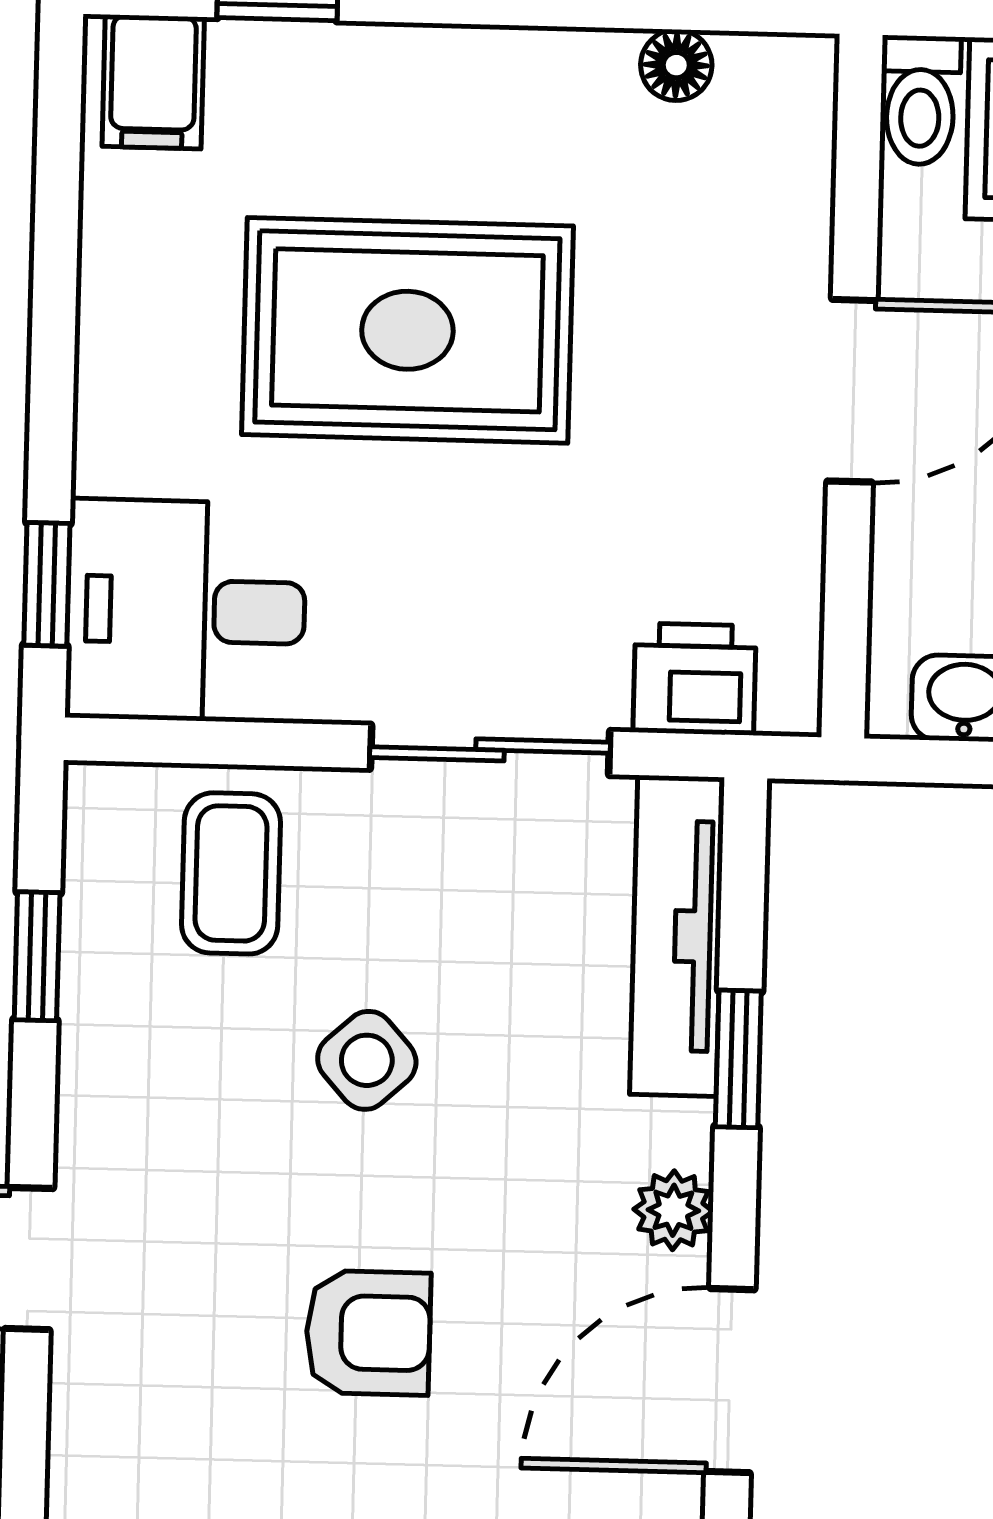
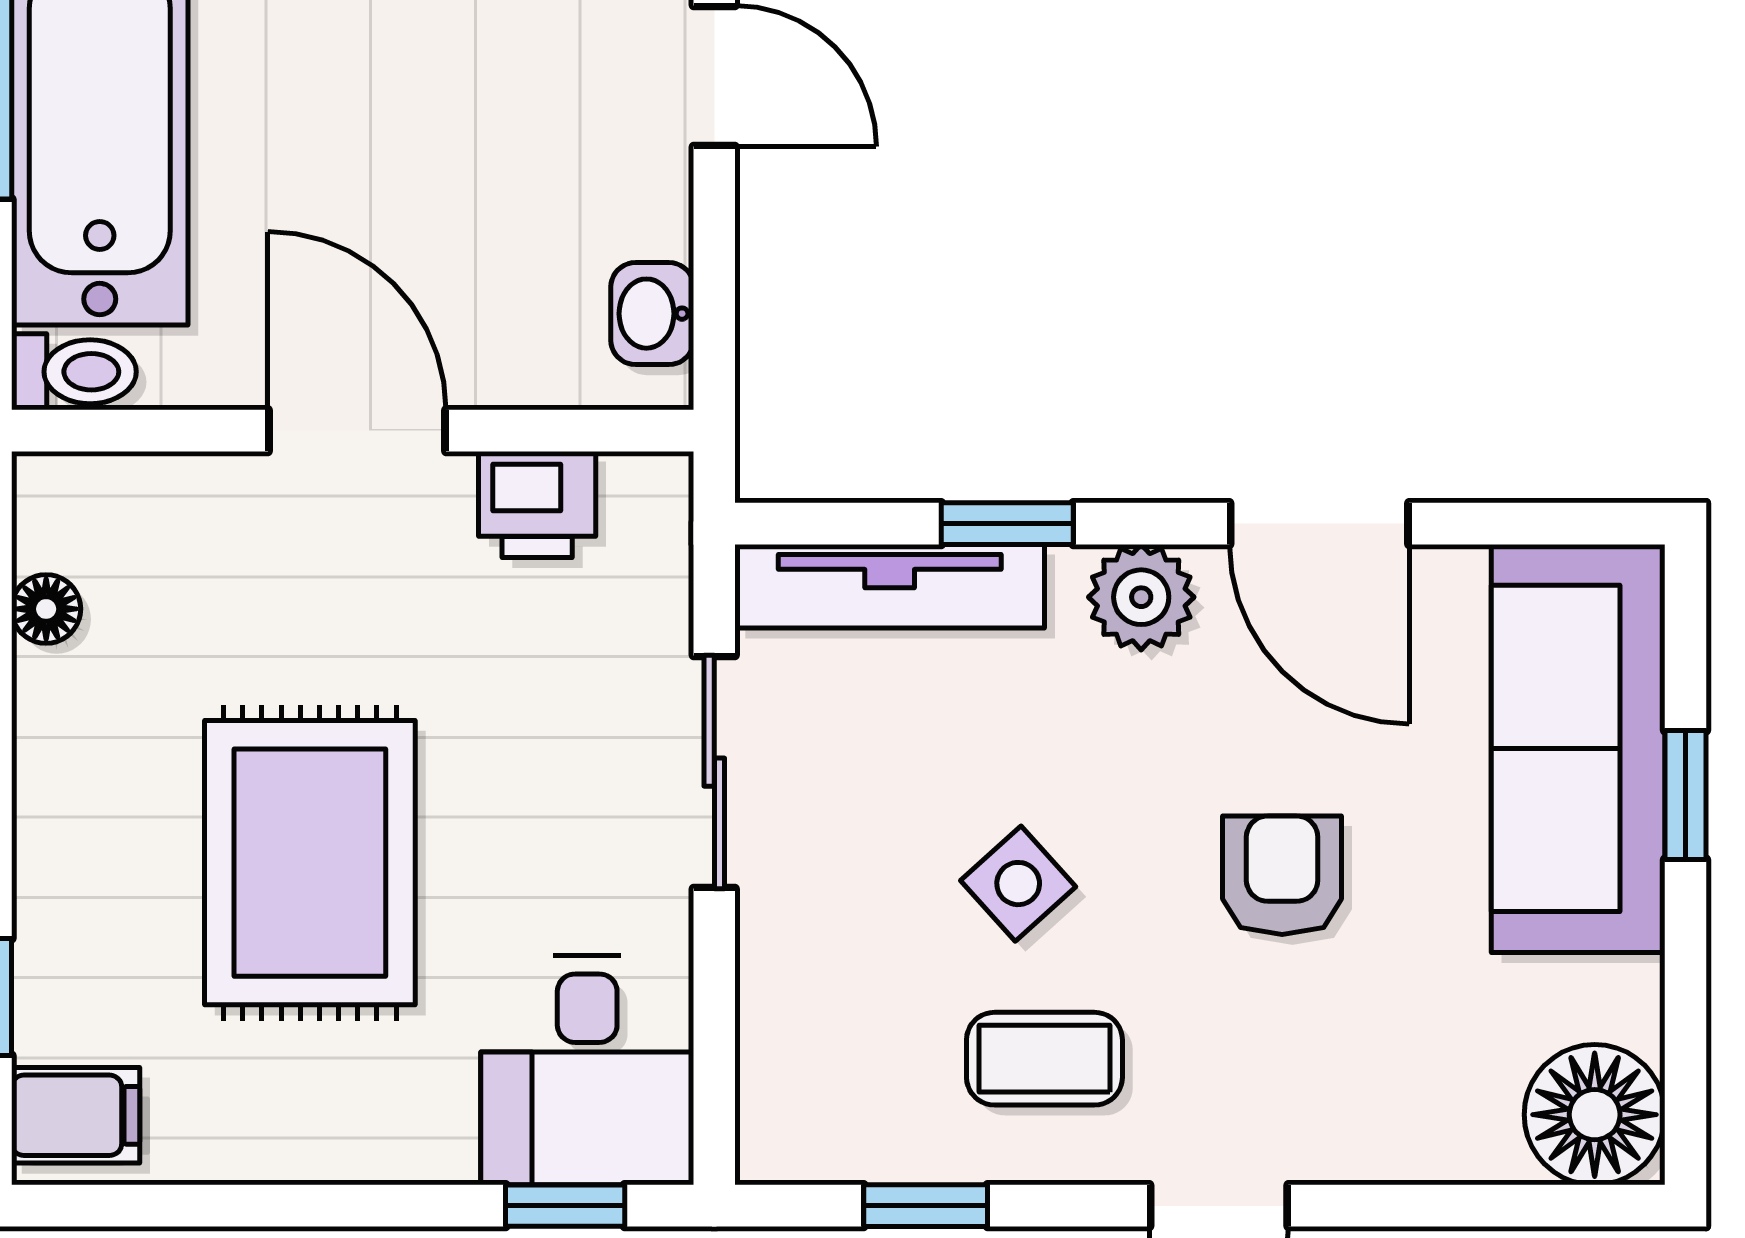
printer: (695, 679) -> (537, 504), moved, turned -90
coffee table: (231, 873) -> (1044, 1059), moved
plant: (673, 1210) -> (1141, 597), width x1.38, depth x1.38

